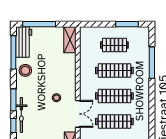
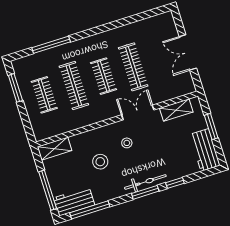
stool: (25, 70) -> (100, 162), moved
clothes rail: (114, 96) -> (104, 76), width x0.73
bicycle: (21, 115) -> (145, 182), moved

